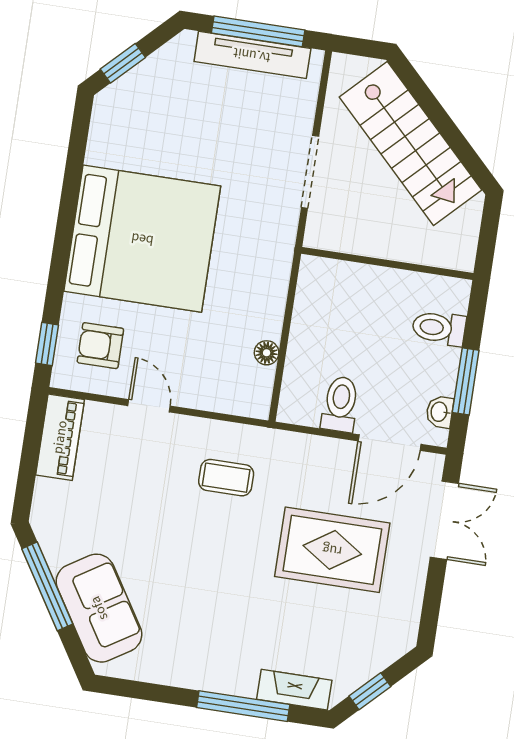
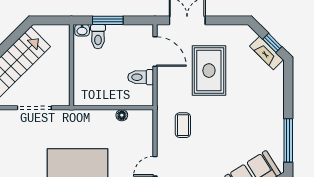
window: (466, 381) -> (108, 20), moved
washbasin: (440, 412) -> (82, 30), moved
fireplace: (294, 690) -> (266, 53), moved, turned -45
window: (243, 706) -> (288, 140), moved

